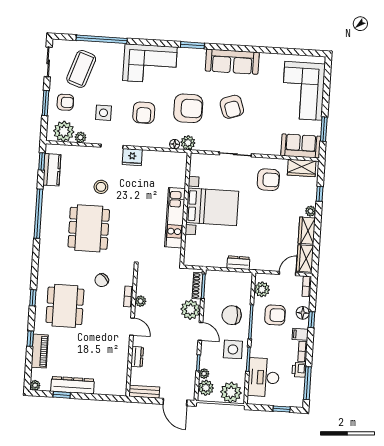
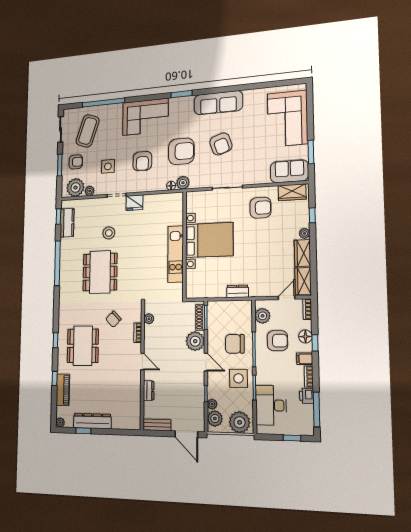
plant: (141, 301) -> (149, 319), moved

